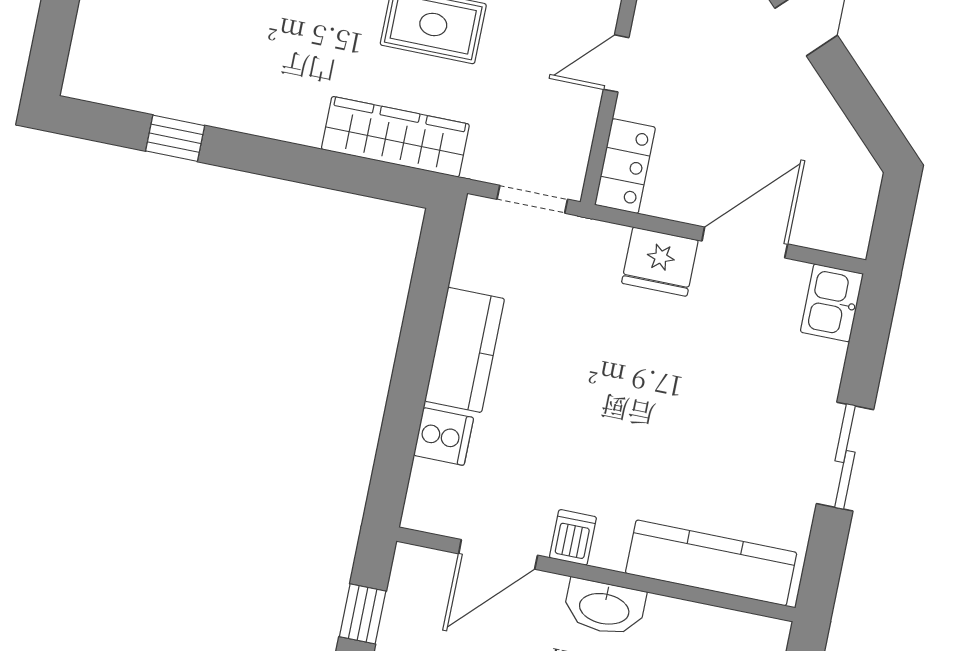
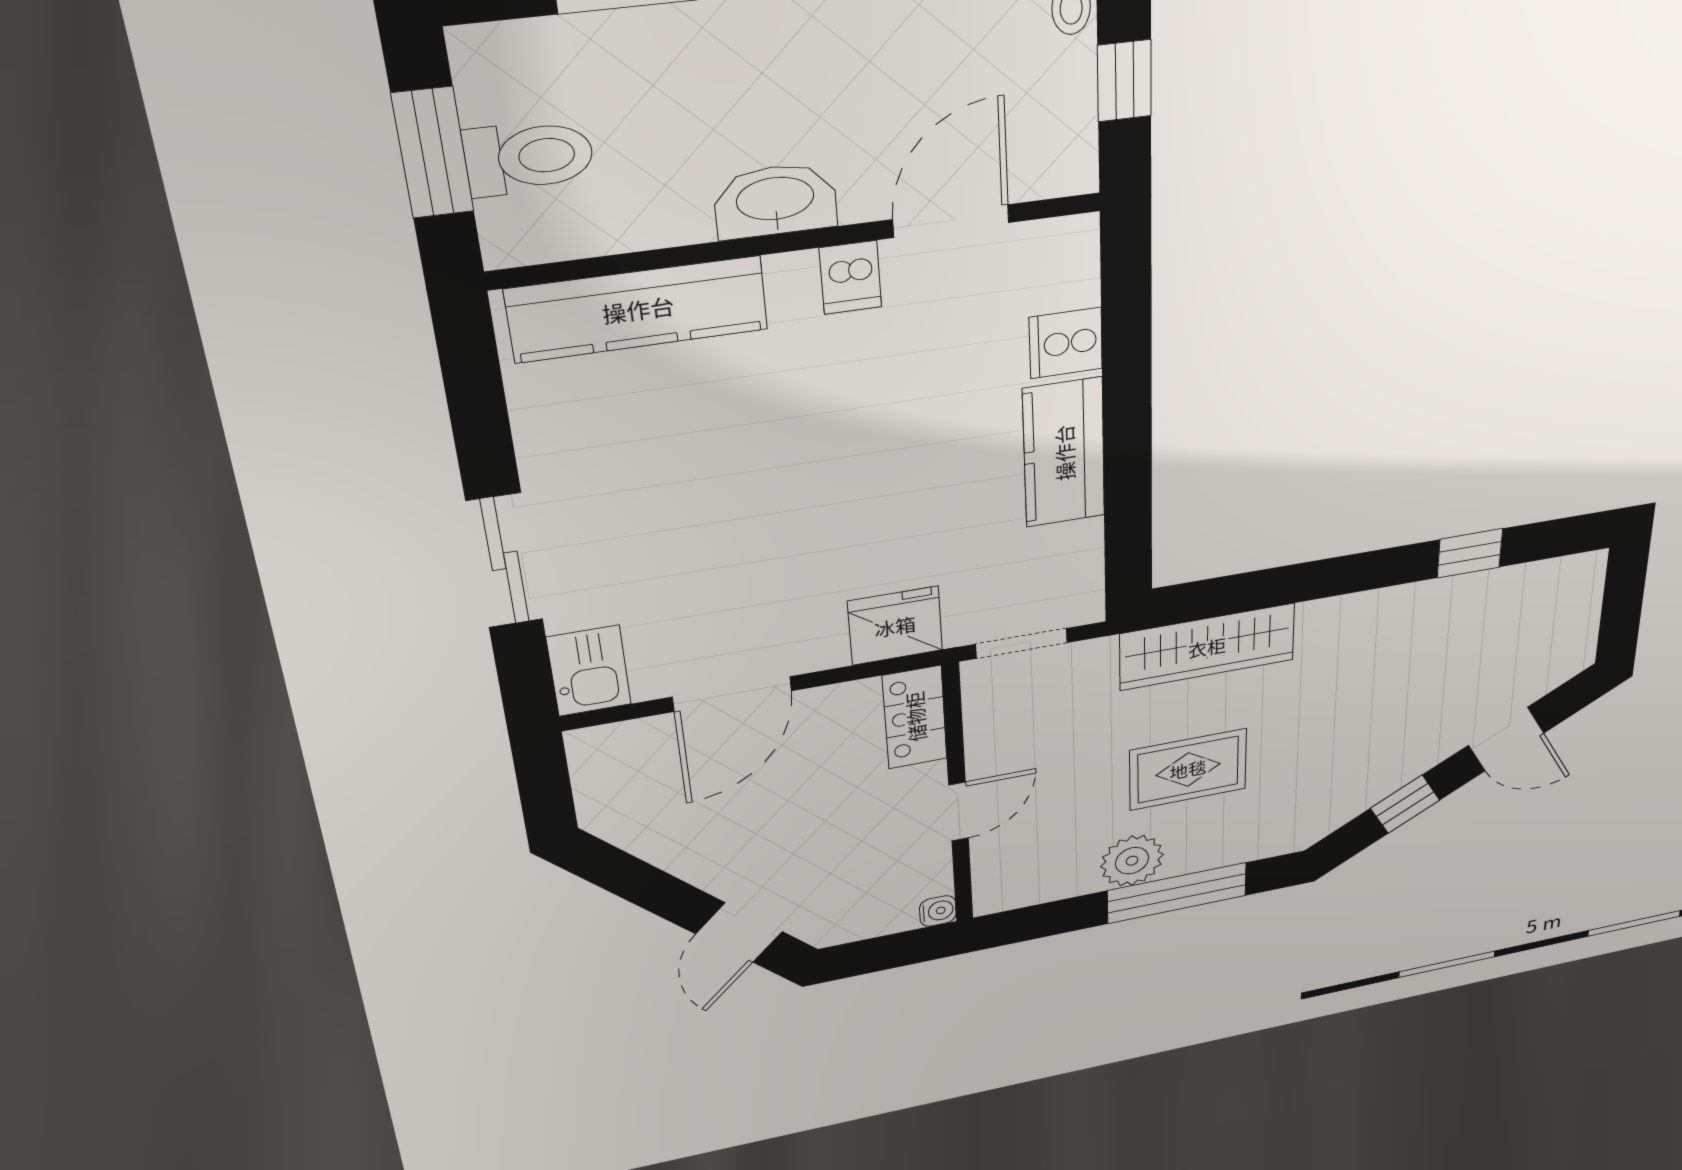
fridge: (660, 262) -> (895, 626), moved
sliding door: (845, 457) -> (505, 561), moved

